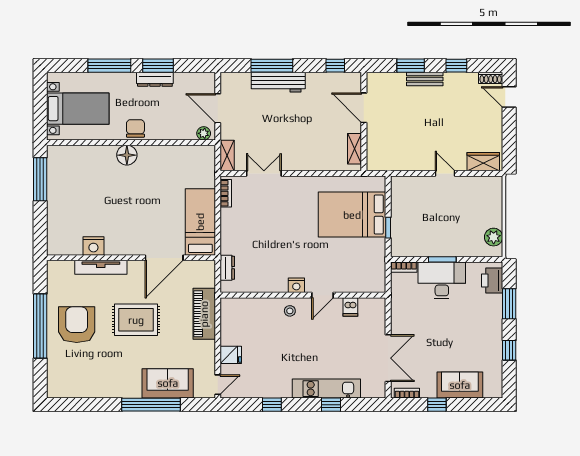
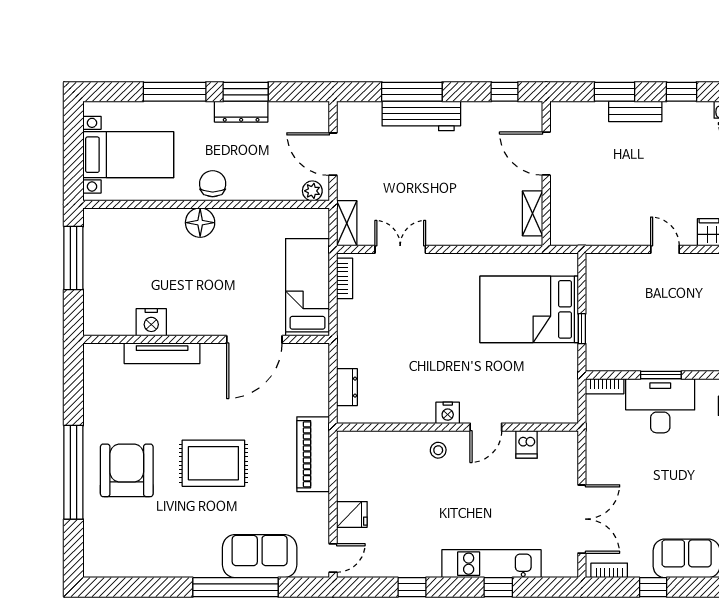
bed: (200, 222) -> (307, 287), moved
nightstand: (93, 246) -> (151, 322), moved
wall: (131, 258) -> (206, 339), moved
door: (164, 258) -> (254, 339), moved
tv unit: (101, 267) -> (162, 353), moved

